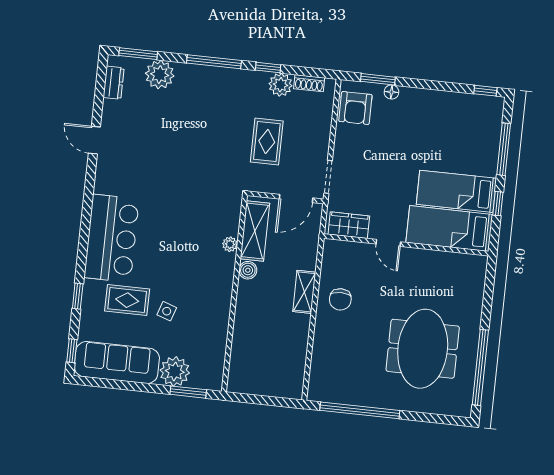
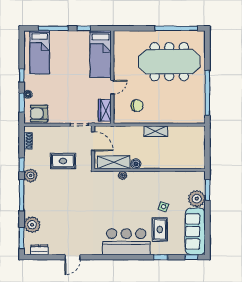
plant: (280, 85) -> (31, 175), moved
window: (485, 91) -> (22, 75), moved
armchair: (355, 108) -> (39, 114), turned 180
bed: (456, 191) -> (40, 52), moved
shelving: (304, 292) -> (156, 131), moved
chair: (340, 299) -> (137, 106), moved
meeting table: (423, 349) -> (169, 62), width x1.36

